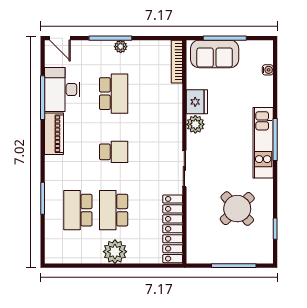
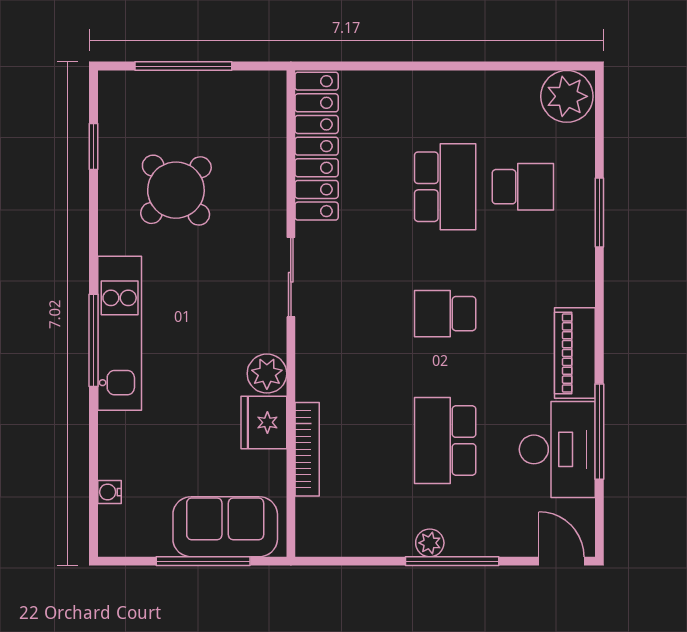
bookcase: (177, 62) -> (307, 449), moved
school desk: (78, 210) -> (523, 187), width x0.54
plant: (115, 252) -> (567, 96), moved

